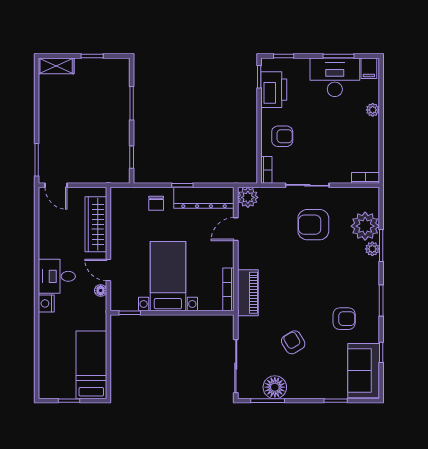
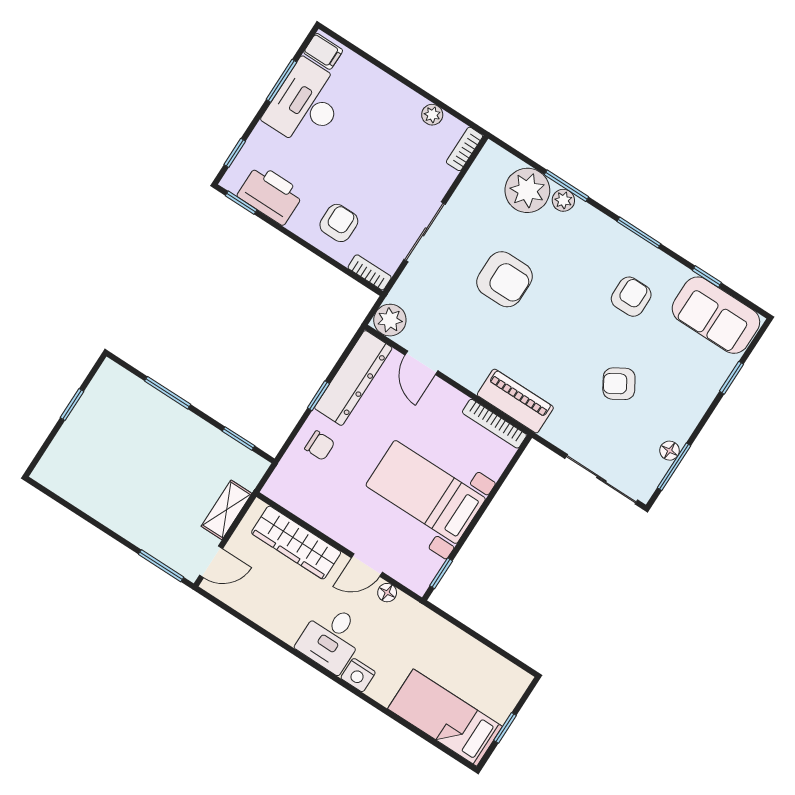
shelving: (56, 66) -> (226, 510), moved
plant: (373, 110) -> (432, 115), moved
armchair: (313, 225) -> (504, 279), moved, turned -90
bed: (91, 365) -> (445, 718), moved
floor lamp: (275, 387) -> (670, 451), width x0.53, depth x0.53

